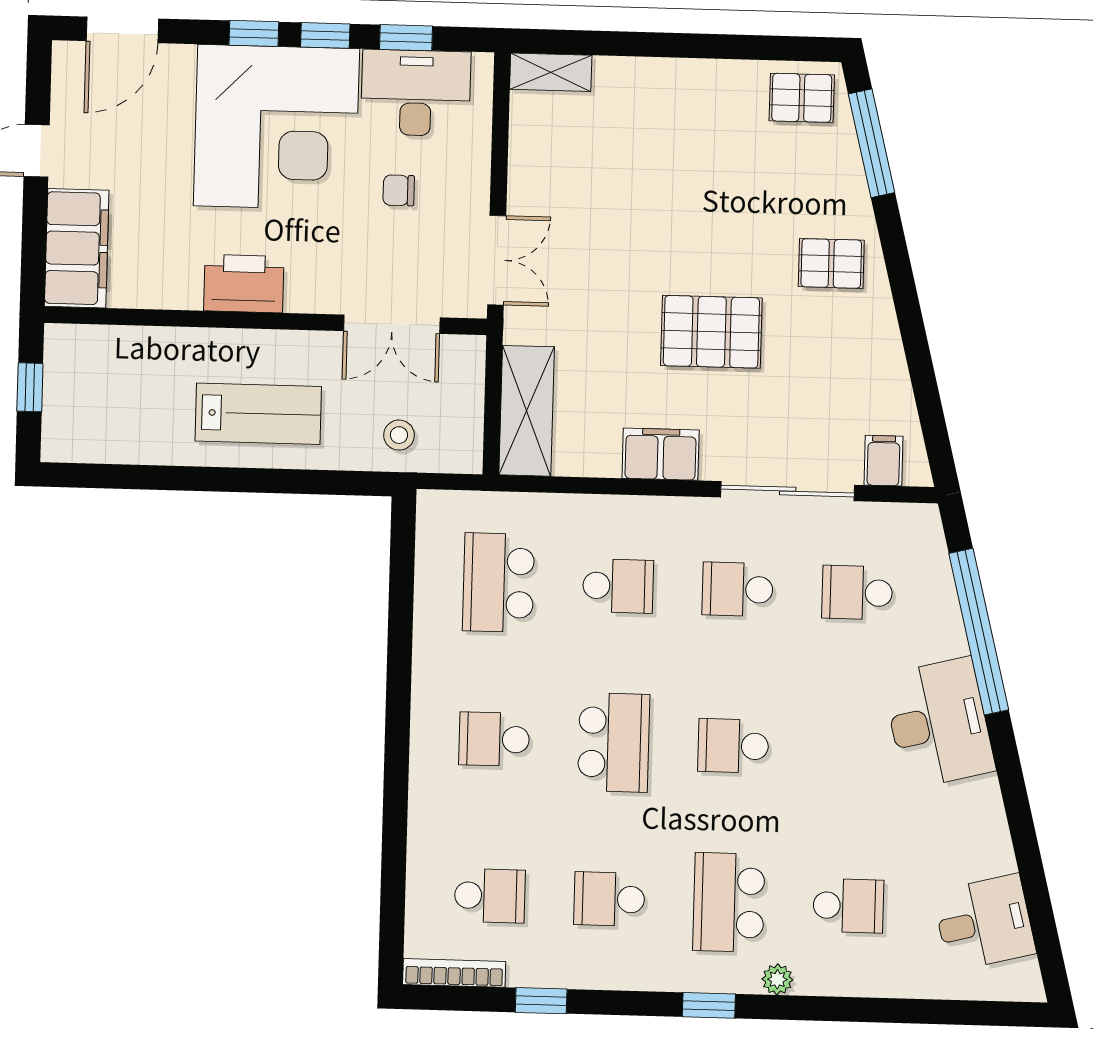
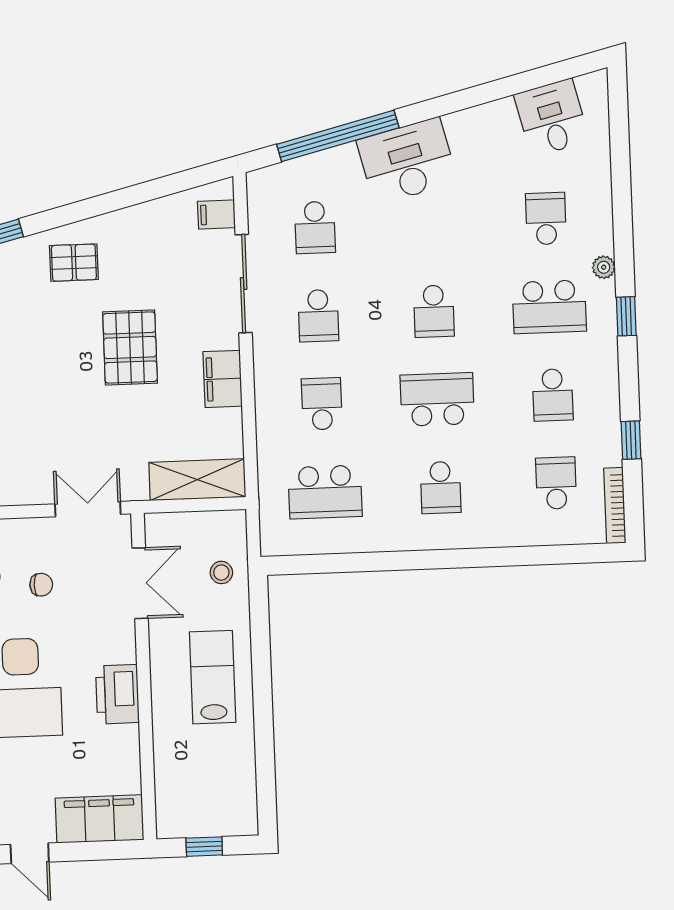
chair: (399, 190) -> (41, 585), turned -90
pallet: (831, 263) -> (74, 263), turned 90

